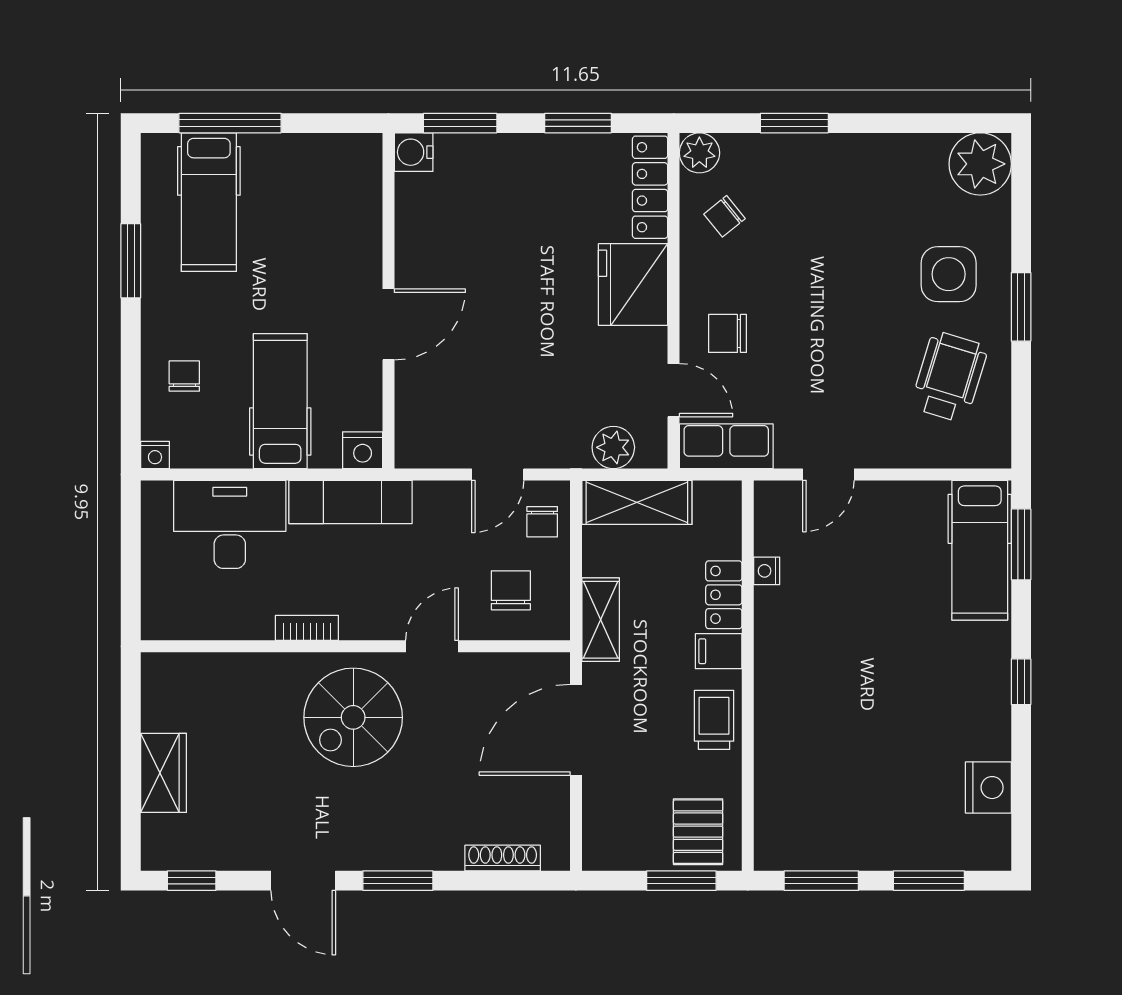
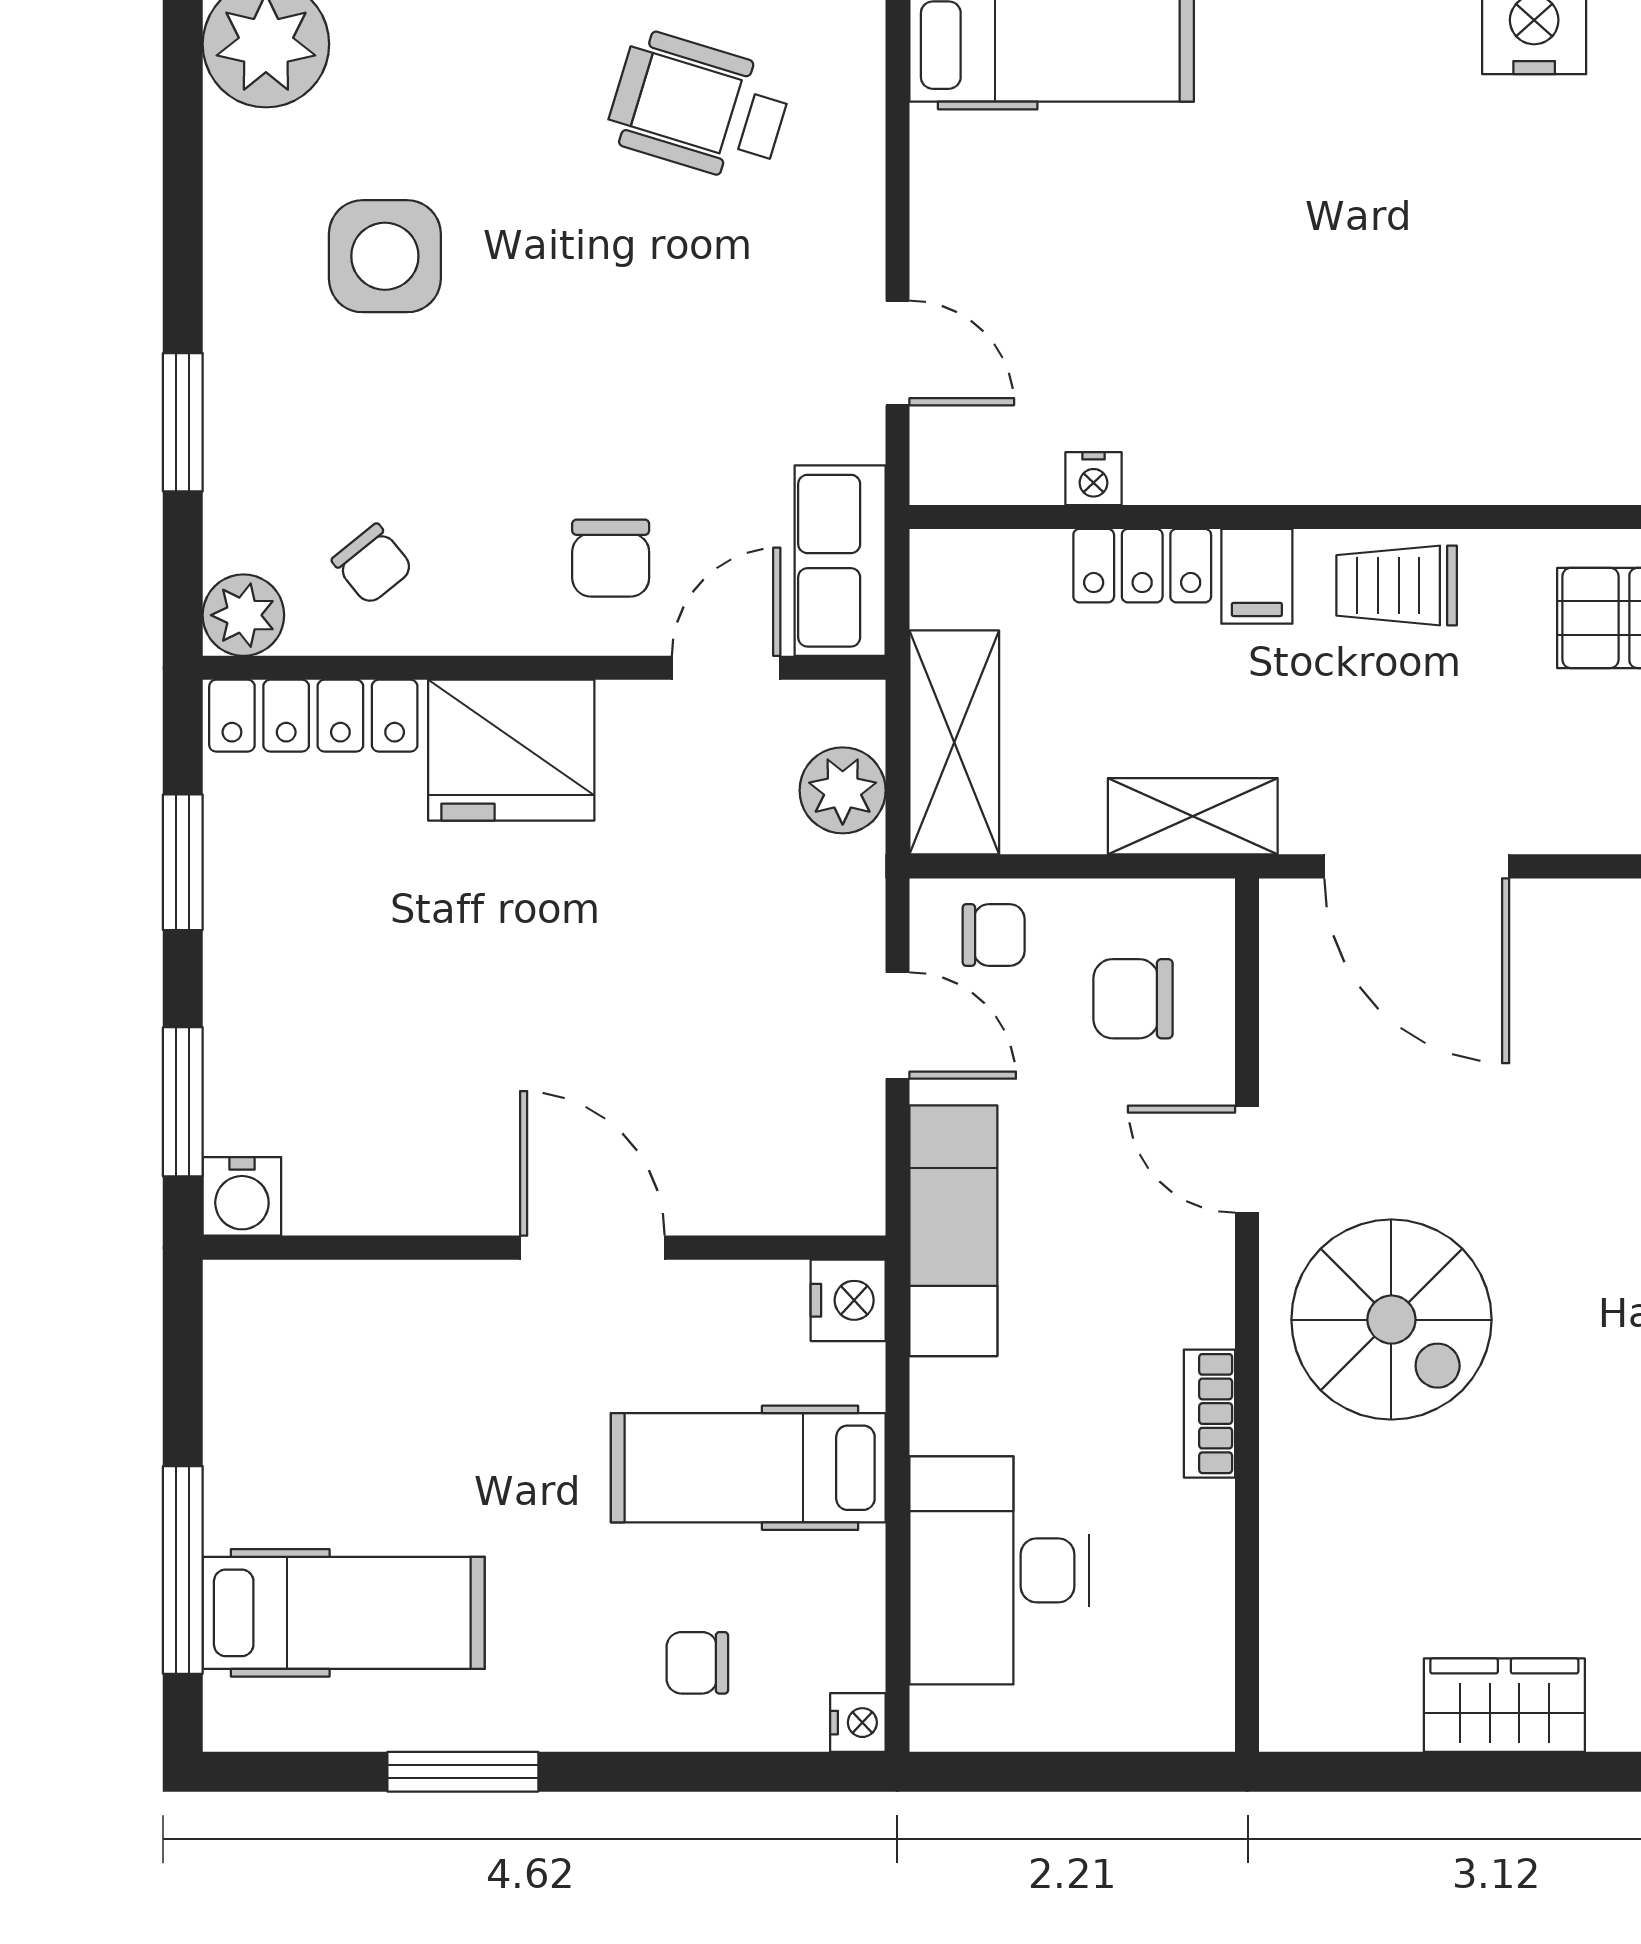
side table: (949, 274) -> (385, 256), moved
exam couch: (351, 502) -> (953, 1231), moved

